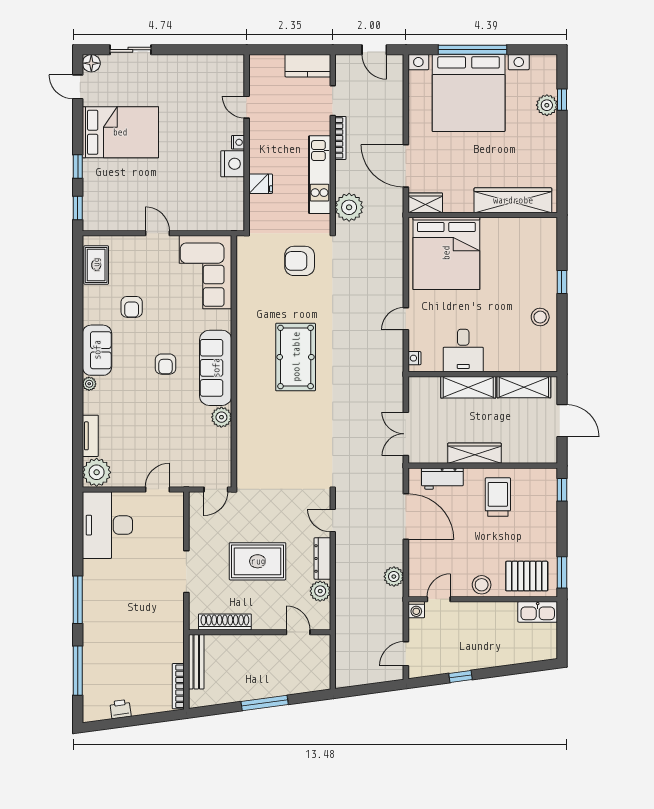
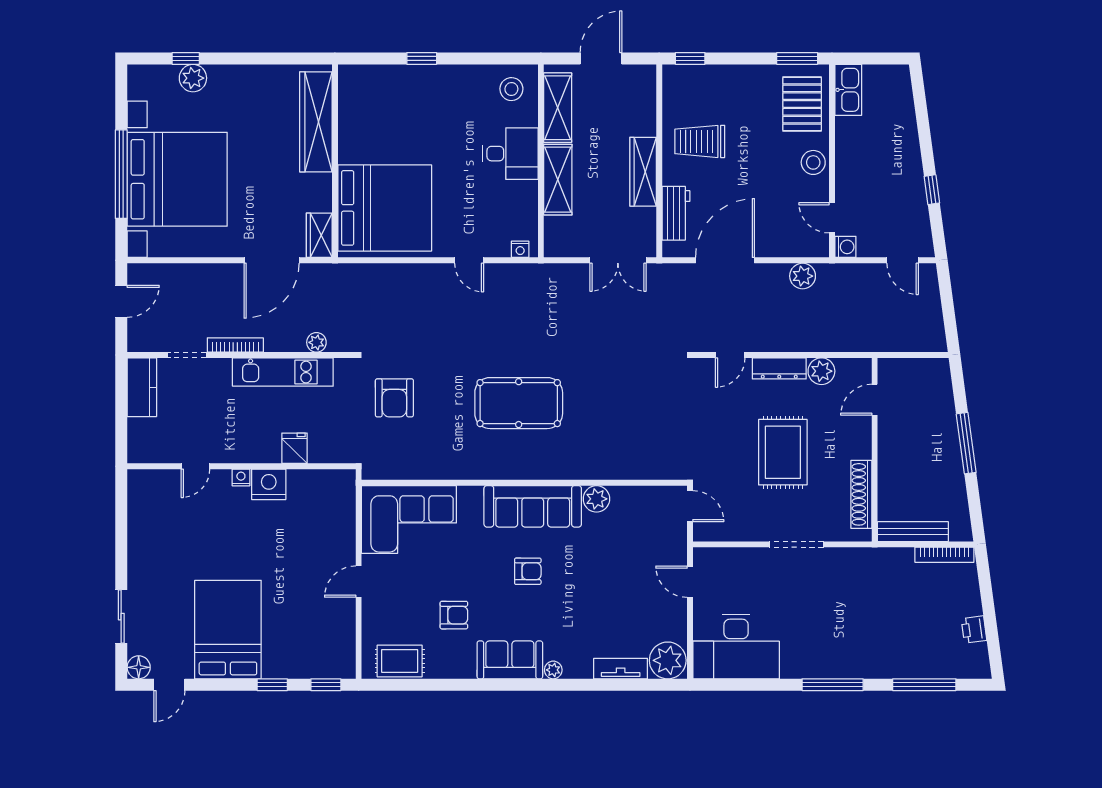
plant: (349, 207) -> (316, 342), width x0.53, depth x0.53
stool: (540, 317) -> (511, 89), moved
desk: (463, 351) -> (510, 154), moved

